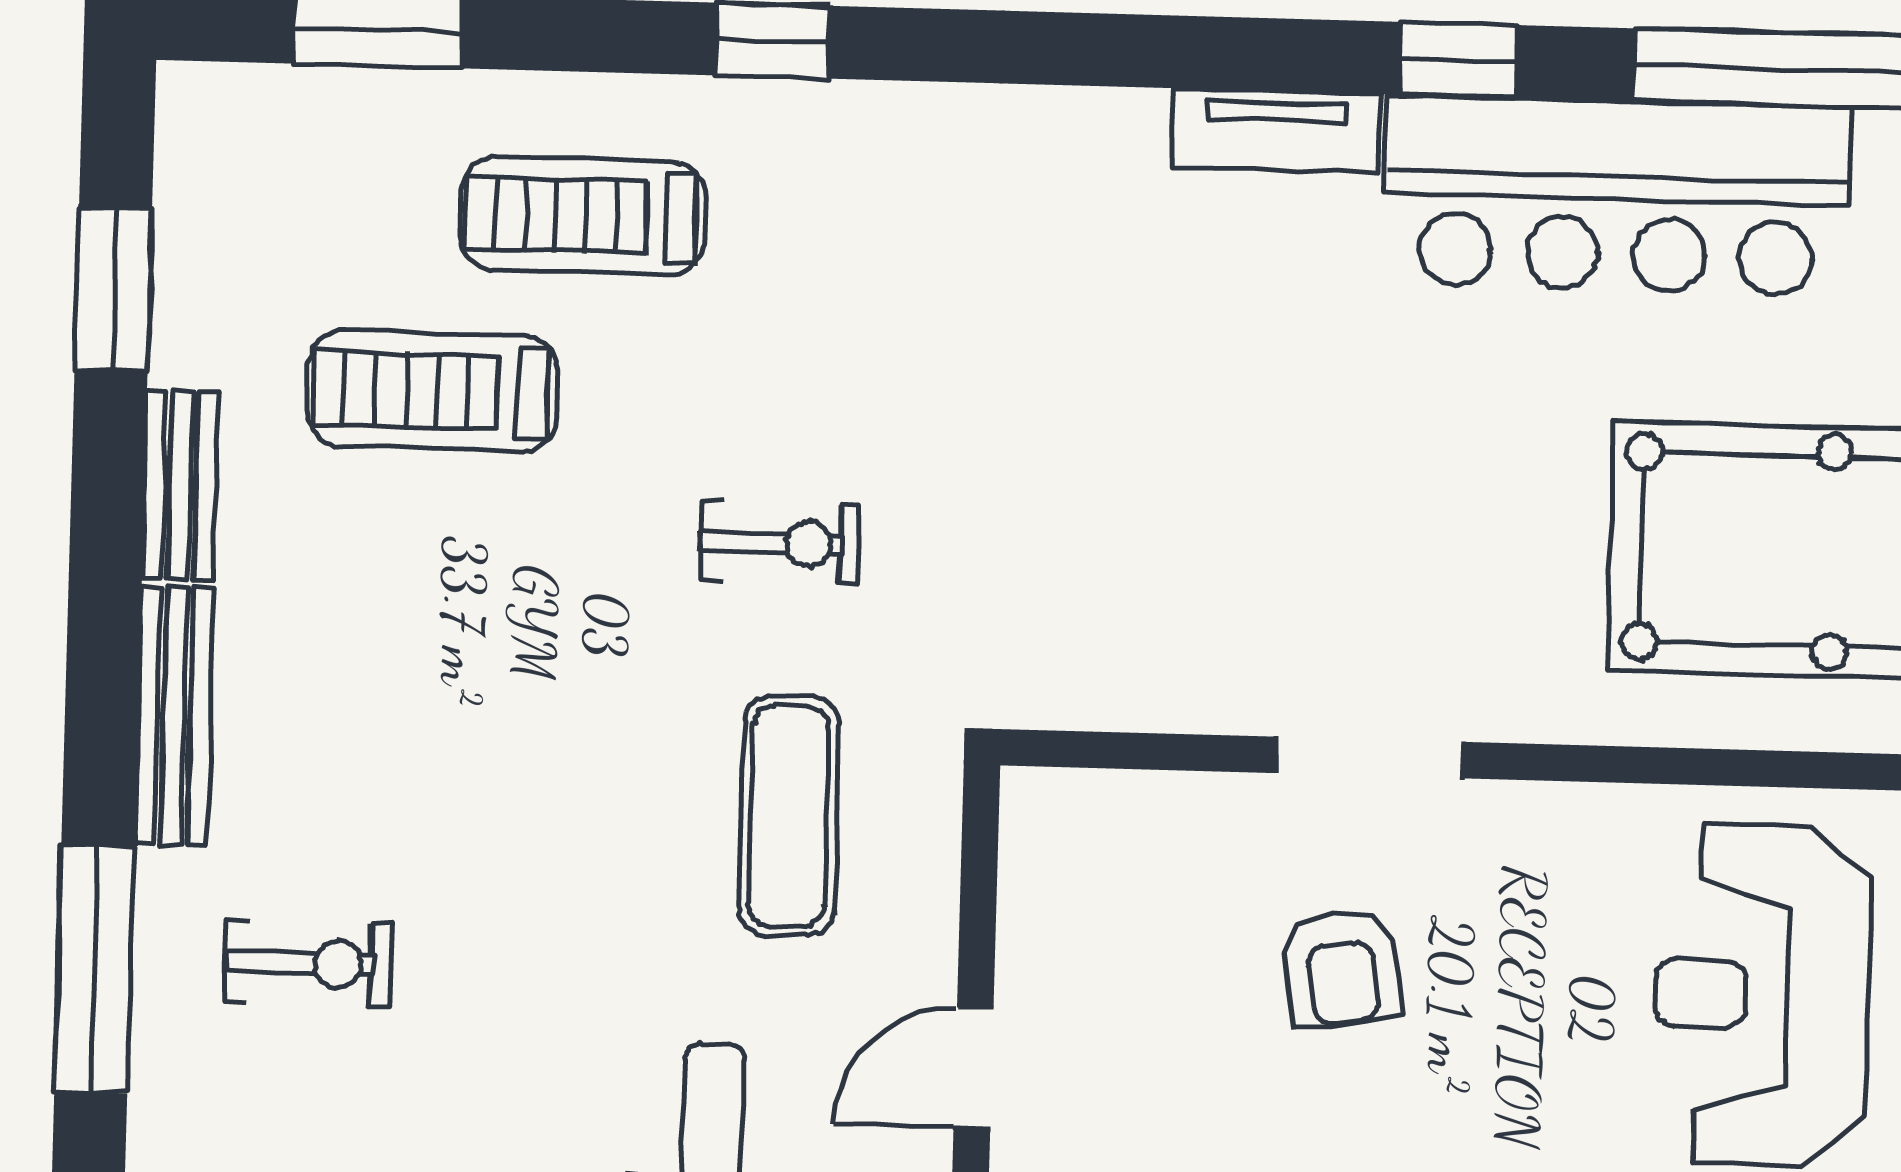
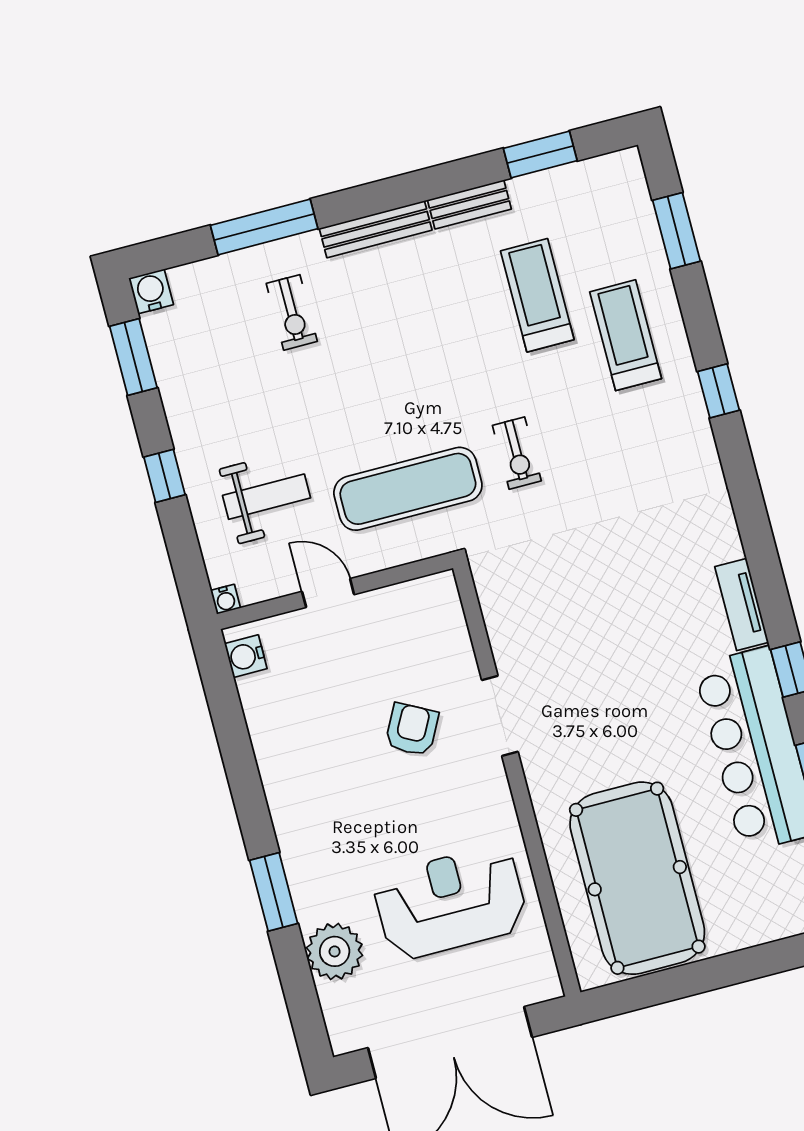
exercise mat: (789, 816) -> (408, 489), width x1.36, depth x1.45
armchair: (1342, 968) -> (412, 730), turned 127

